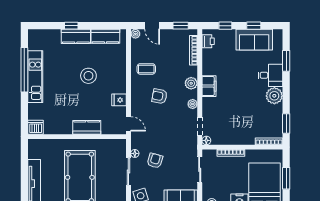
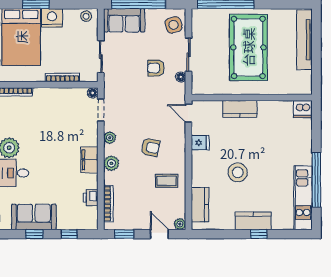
kitchen counter: (105, 36) -> (200, 205), moved, turned 90
printer: (208, 41) -> (91, 198), moved
kitchen unit: (35, 77) -> (303, 198), moved
armchair: (155, 161) -> (156, 68), turned 74

